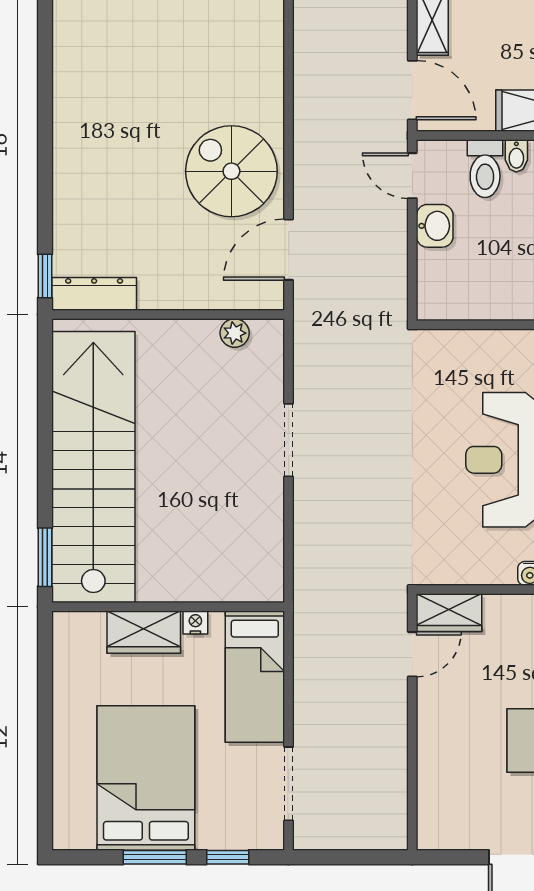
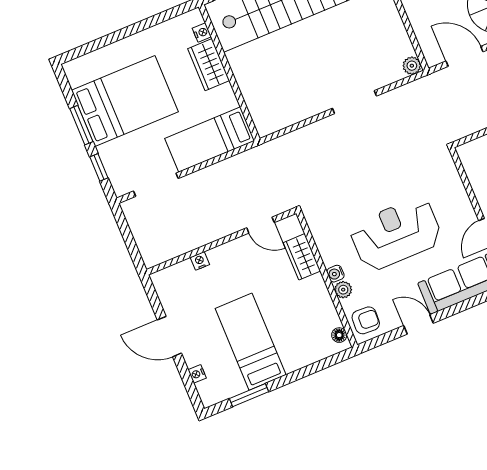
plant: (235, 333) -> (412, 66), moved
wardrobe: (449, 613) -> (302, 257), moved
nightstand: (195, 623) -> (202, 33), moved
nightstand: (428, 766) -> (200, 261), added

